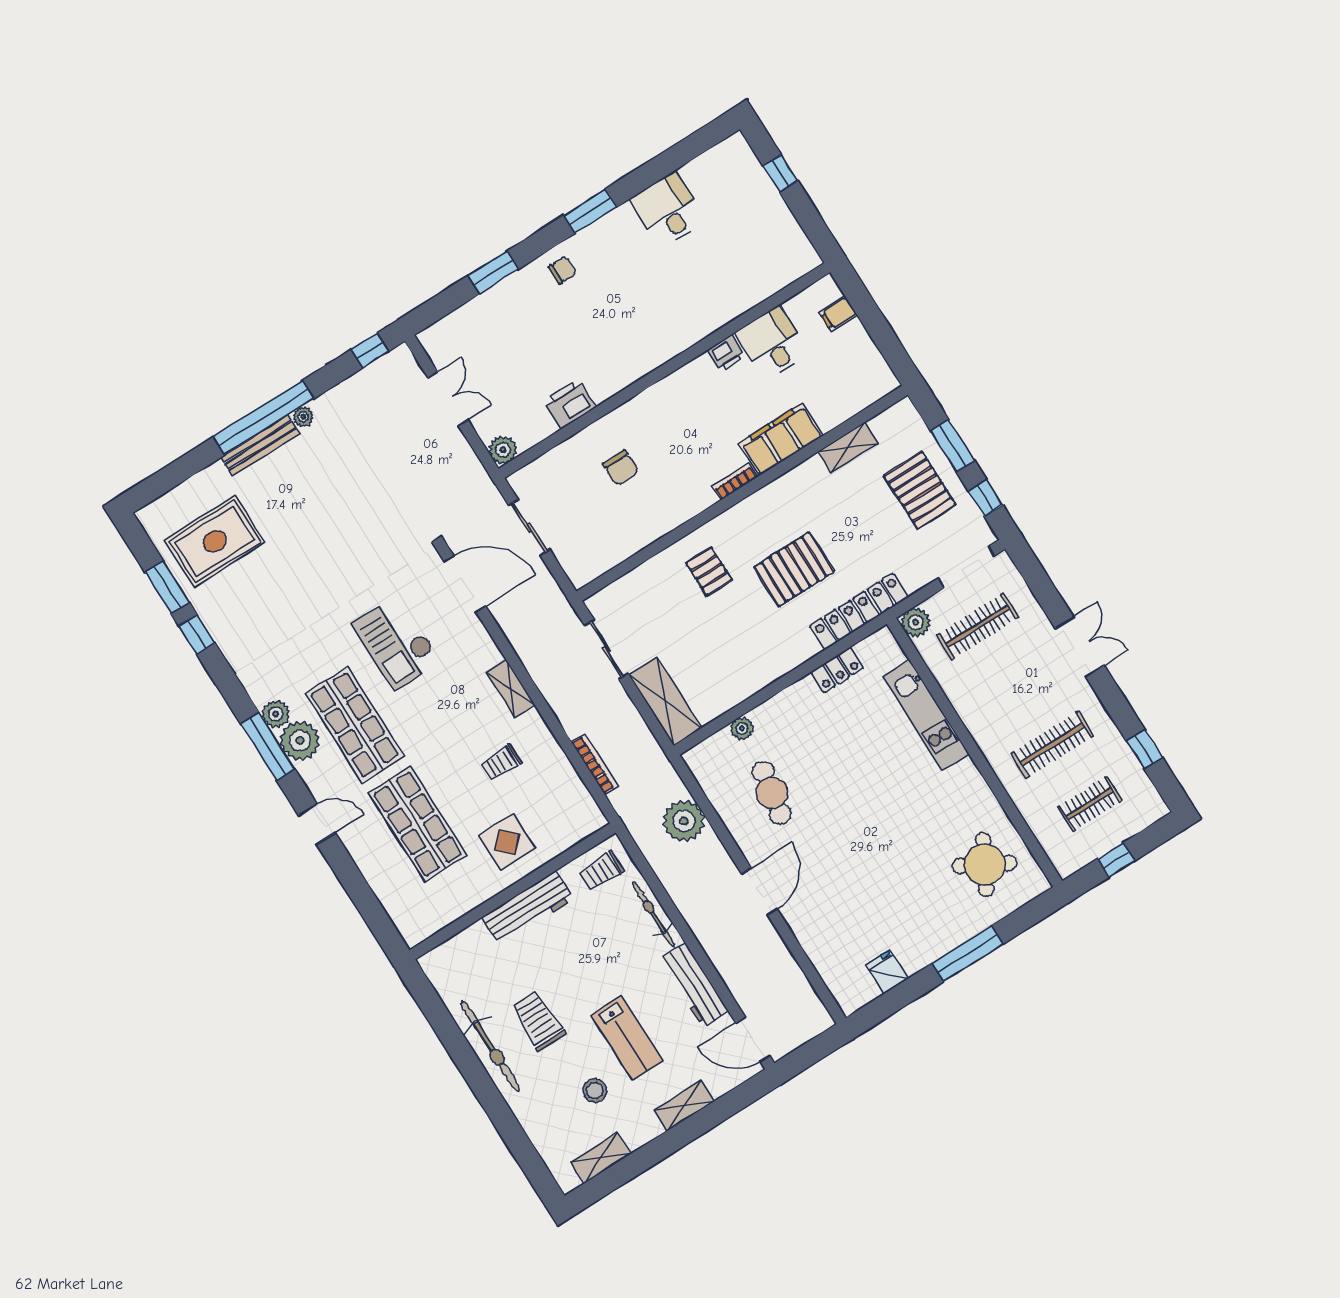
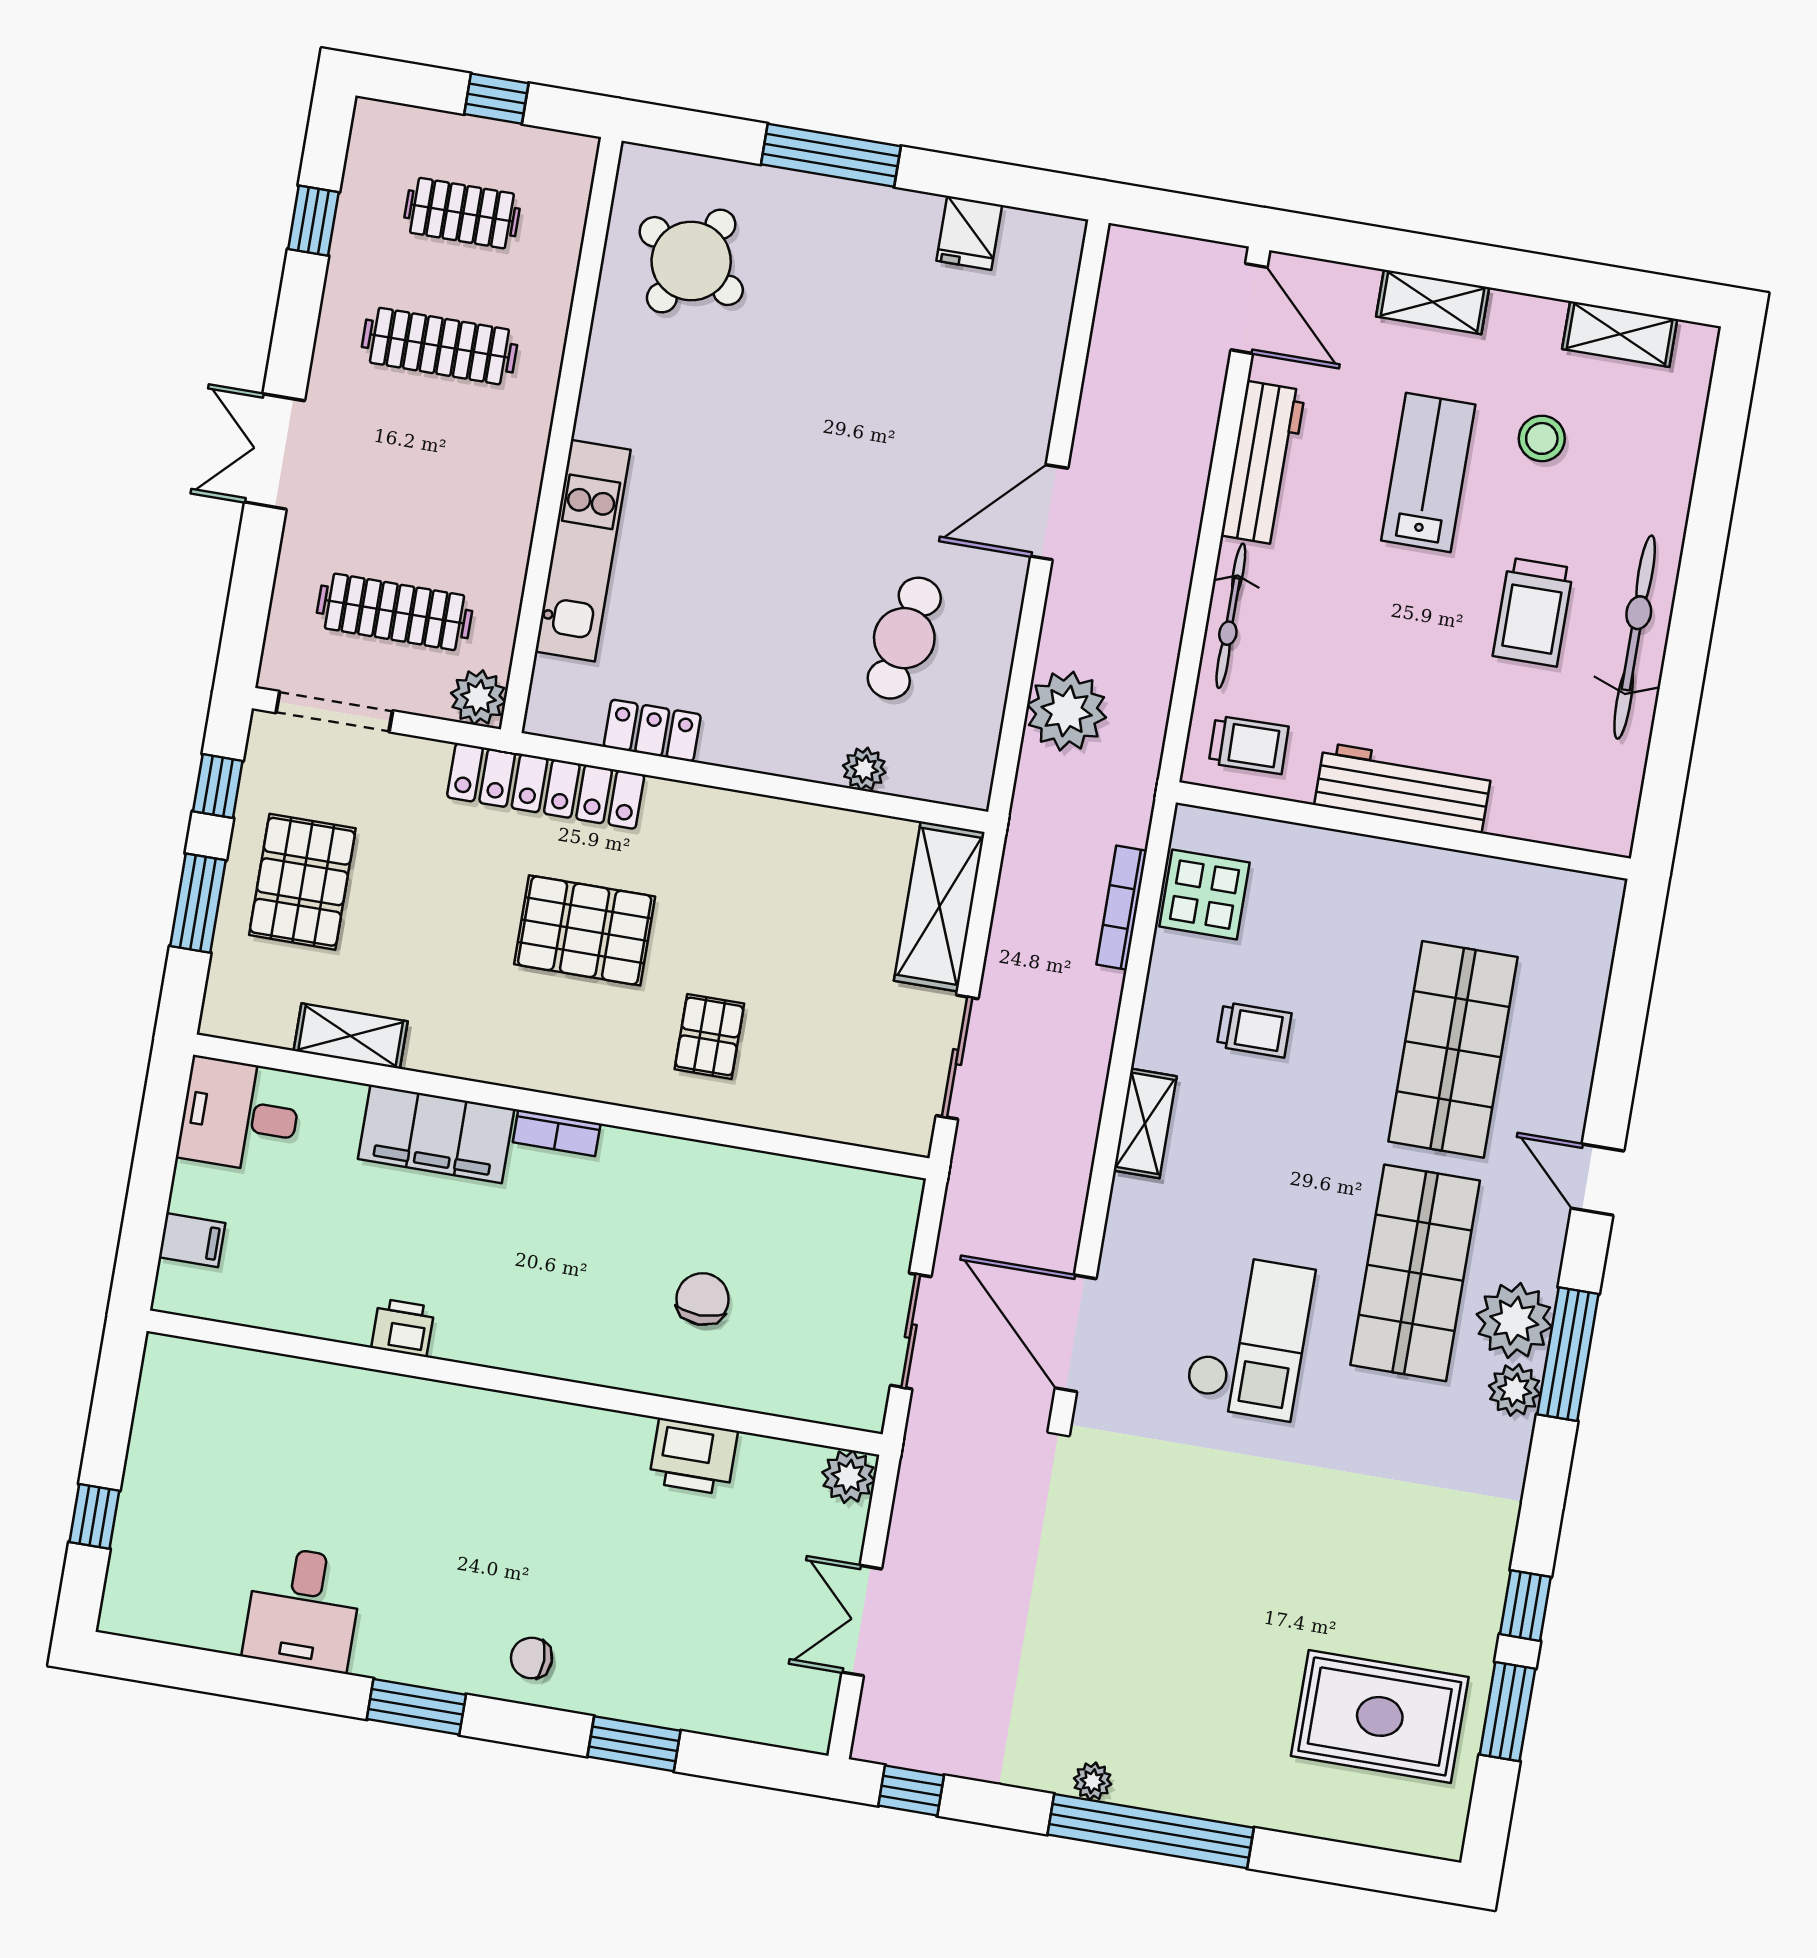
desk: (772, 343) -> (240, 1115), moved, turned 90
bench: (260, 445) -> (1191, 1796), removed
display table: (507, 842) -> (1205, 895), moved

